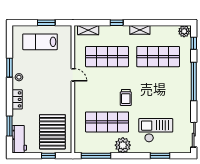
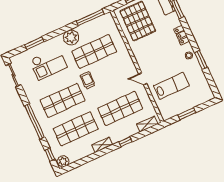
lab bench: (40, 42) -> (172, 86), moved
shop shelf: (158, 89) -> (63, 100), added

